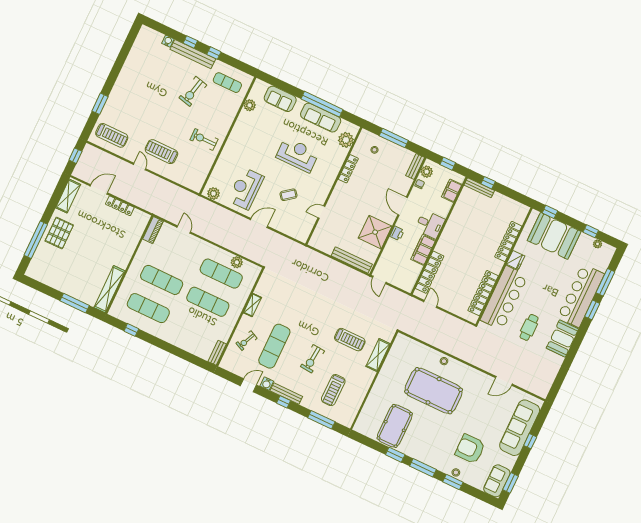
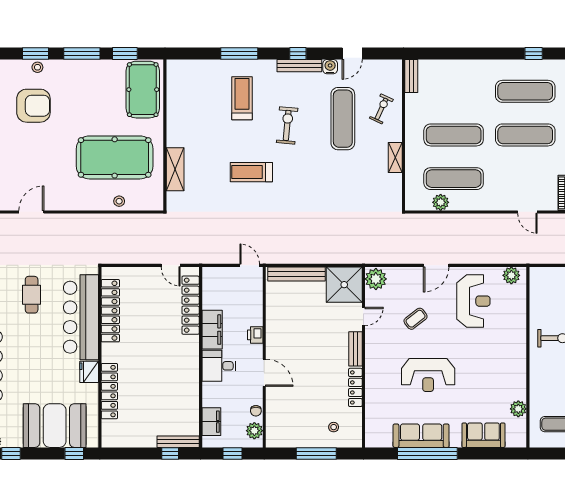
plant: (346, 140) -> (376, 279), moved
bench: (415, 166) -> (355, 349), moved
shower: (375, 232) -> (344, 285), moved
shelving: (378, 355) -> (175, 169), moved
wall: (374, 380) -> (165, 135), moved

